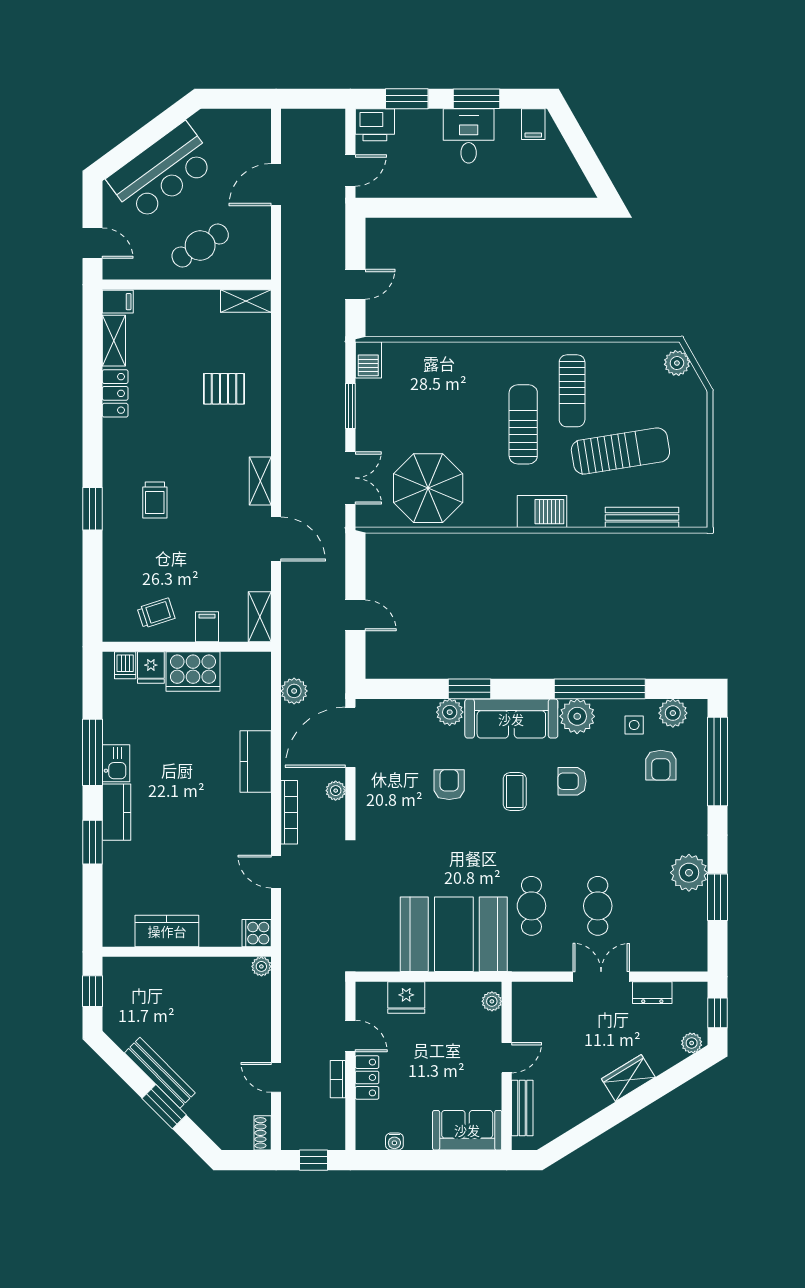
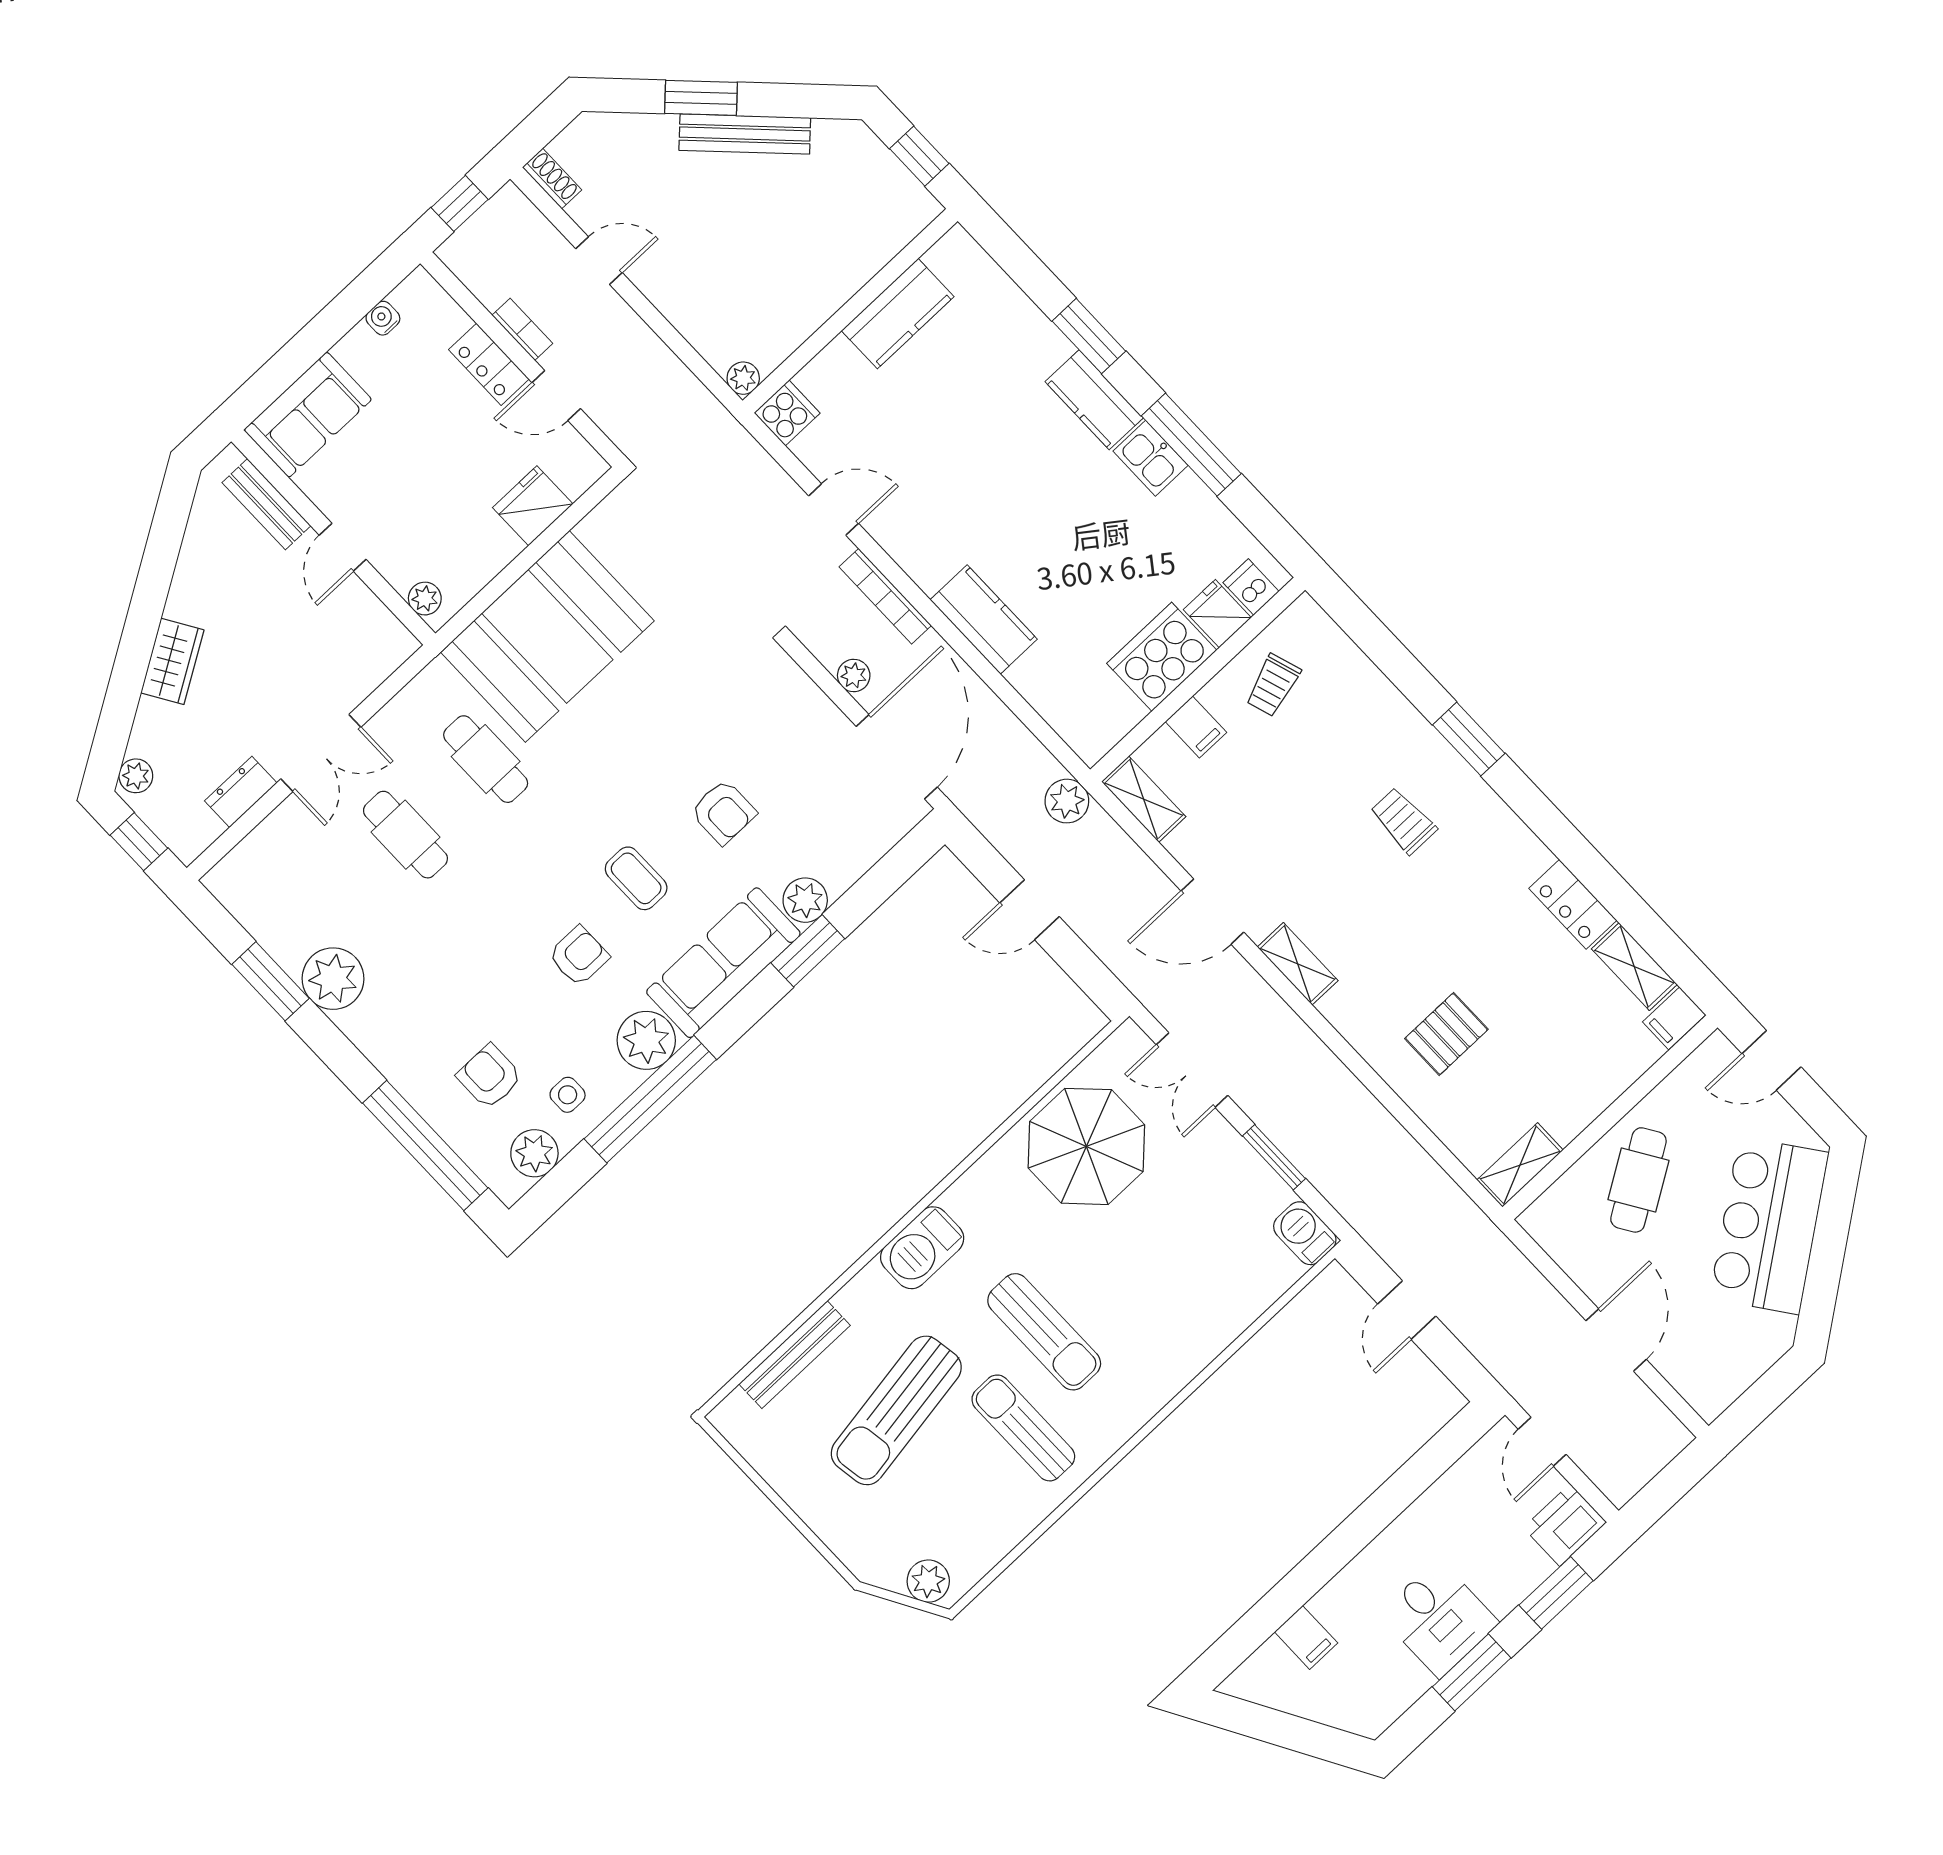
filing cabinet: (533, 124) -> (1306, 1637), moved, turned 180
plant: (294, 691) -> (1067, 801), moved

